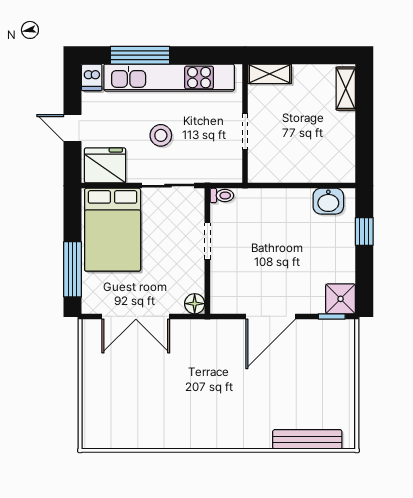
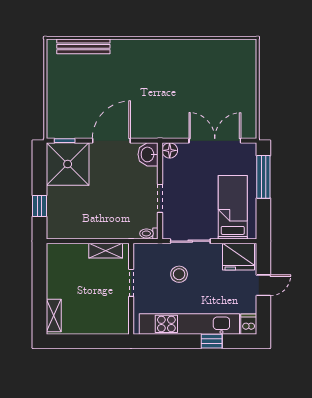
window: (140, 55) -> (212, 341), width x0.46
shelving: (270, 74) -> (106, 251), moved
door: (73, 128) -> (263, 285), hinge flipped
stool: (161, 135) -> (179, 274), moved
washbasin: (328, 201) -> (148, 154), moved, turned -90
bed: (113, 230) -> (233, 207), width x0.67
shower: (341, 299) -> (68, 164), width x1.86, depth x1.86

